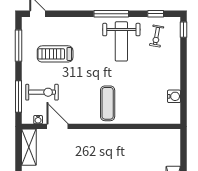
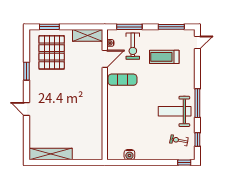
treadmill: (55, 54) -> (164, 57), turned -90
exercise mat: (108, 103) -> (122, 80), moved

